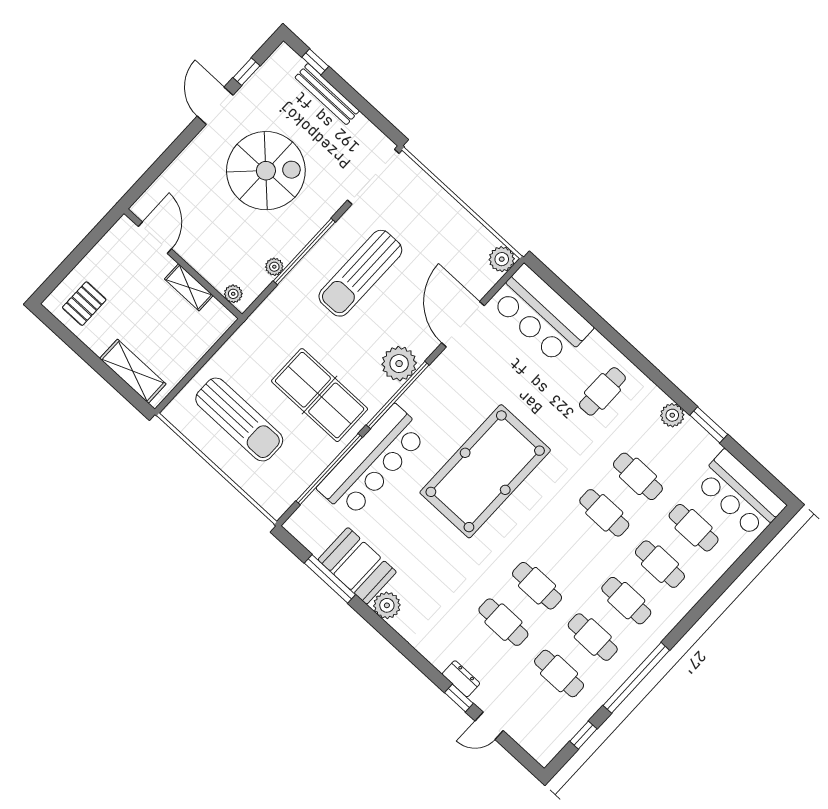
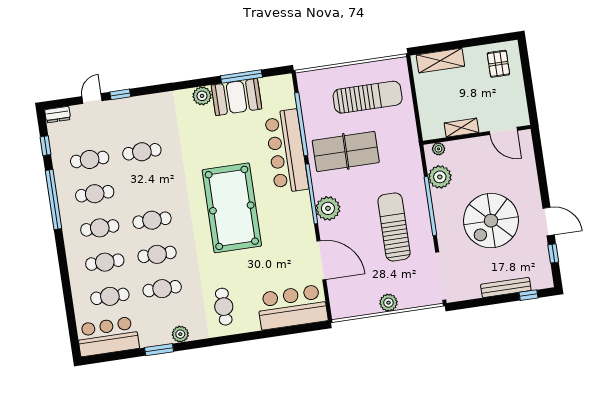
plant: (502, 259) -> (388, 303), moved
plant: (274, 267) -> (440, 177), width x1.88, depth x1.88
sun lounger: (239, 420) -> (368, 97), turned 180
cafe table: (537, 586) -> (152, 220), moved
dresser: (461, 679) -> (58, 115), moved

